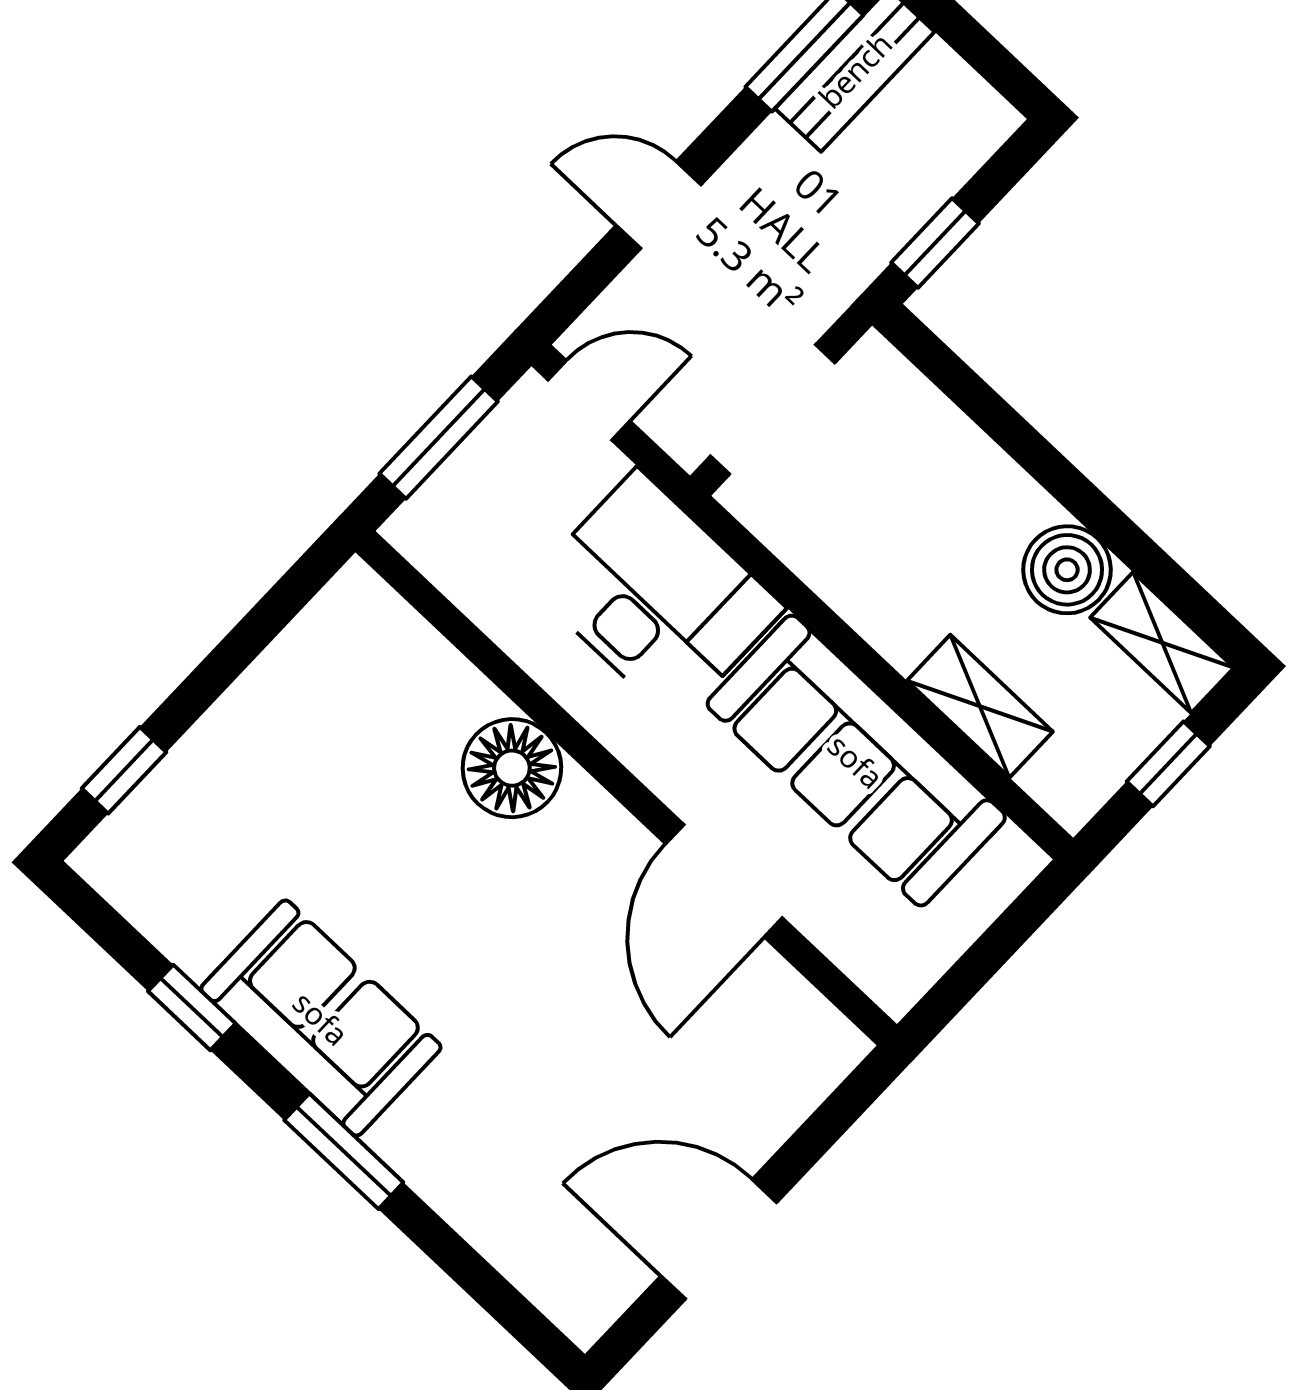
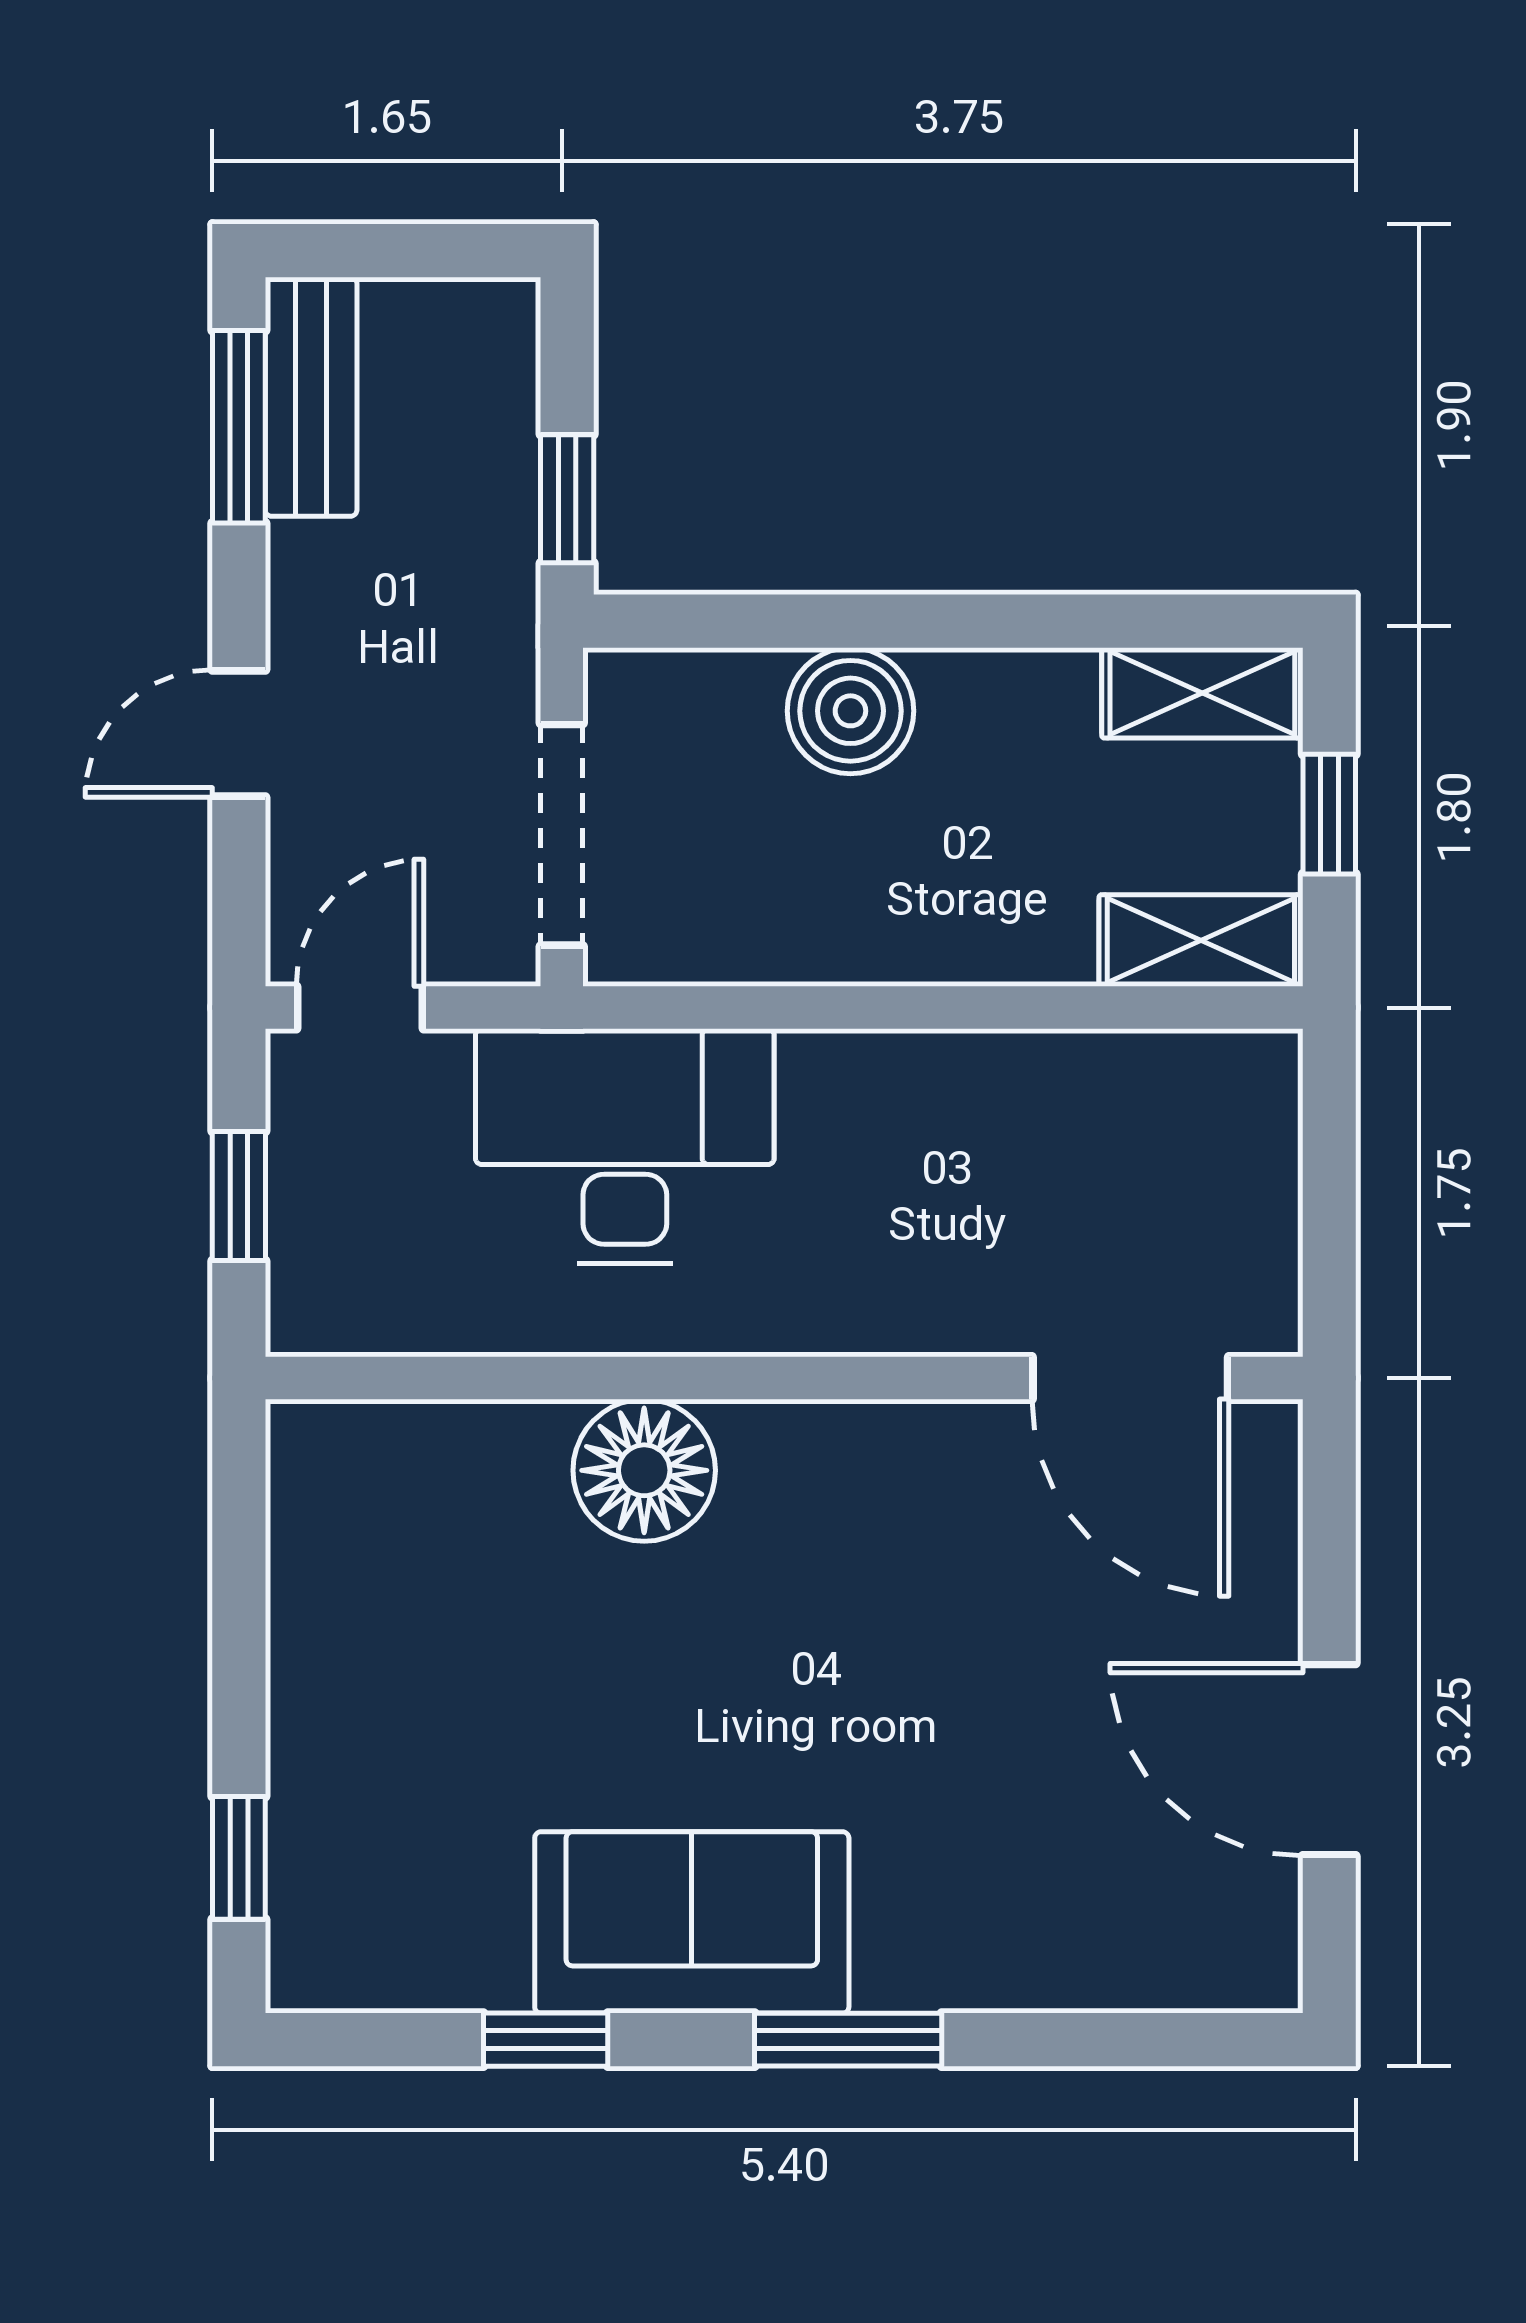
window: (439, 438) -> (239, 1196), width x0.67
boiler: (1067, 570) -> (850, 711), moved
shelving: (980, 706) -> (1201, 941), moved
sofa: (856, 761) -> (998, 1120), removed
door: (724, 881) -> (1130, 1378), moved
door: (719, 1239) -> (1329, 1760), hinge flipped

